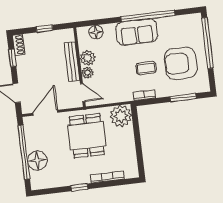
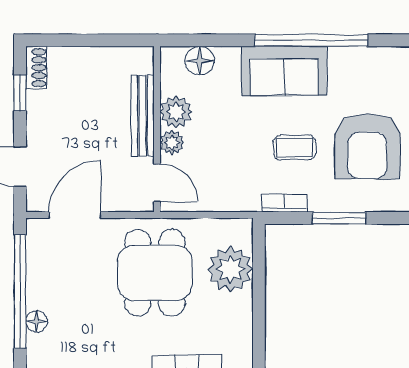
window: (45, 29) -> (94, 40), removed
armchair: (181, 63) -> (367, 146), turned -90
window: (183, 98) -> (339, 218), moved
plant: (121, 116) -> (230, 269), moved
floor lamp: (37, 160) -> (37, 321), width x0.53, depth x0.53

